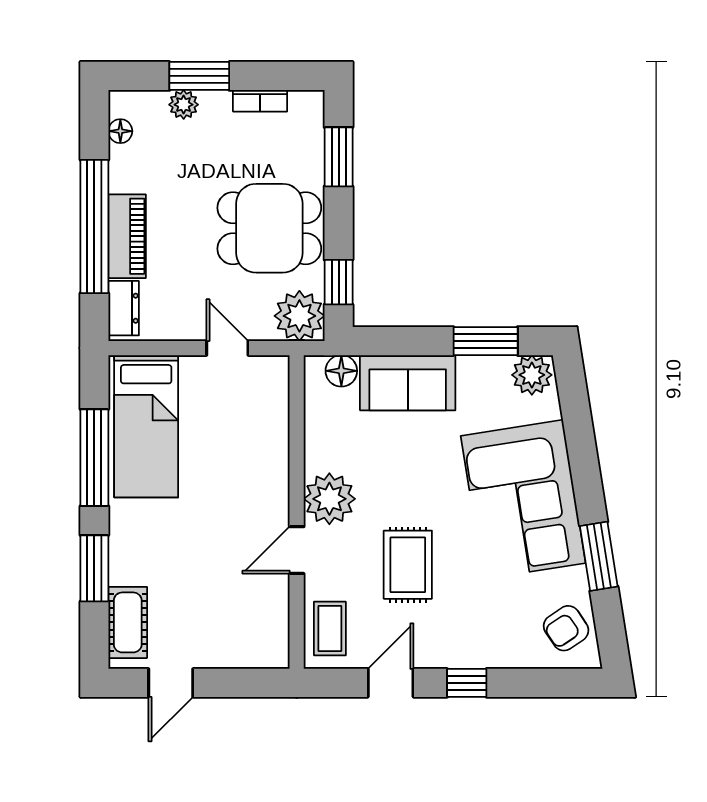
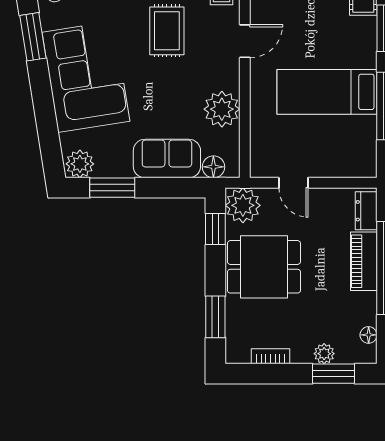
window: (199, 76) -> (333, 374), moved
bed: (146, 426) -> (327, 92), moved, turned -90
plant: (329, 499) -> (222, 109), moved

